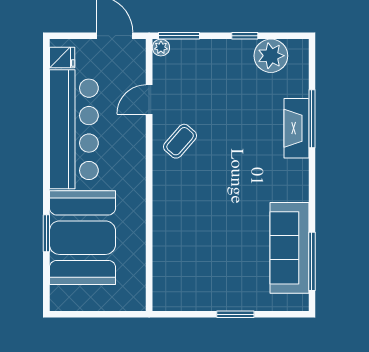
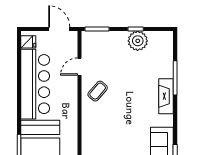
plant: (161, 47) -> (86, 36), removed
plant: (271, 56) -> (138, 41), moved
fireplace: (297, 128) -> (166, 96), moved

